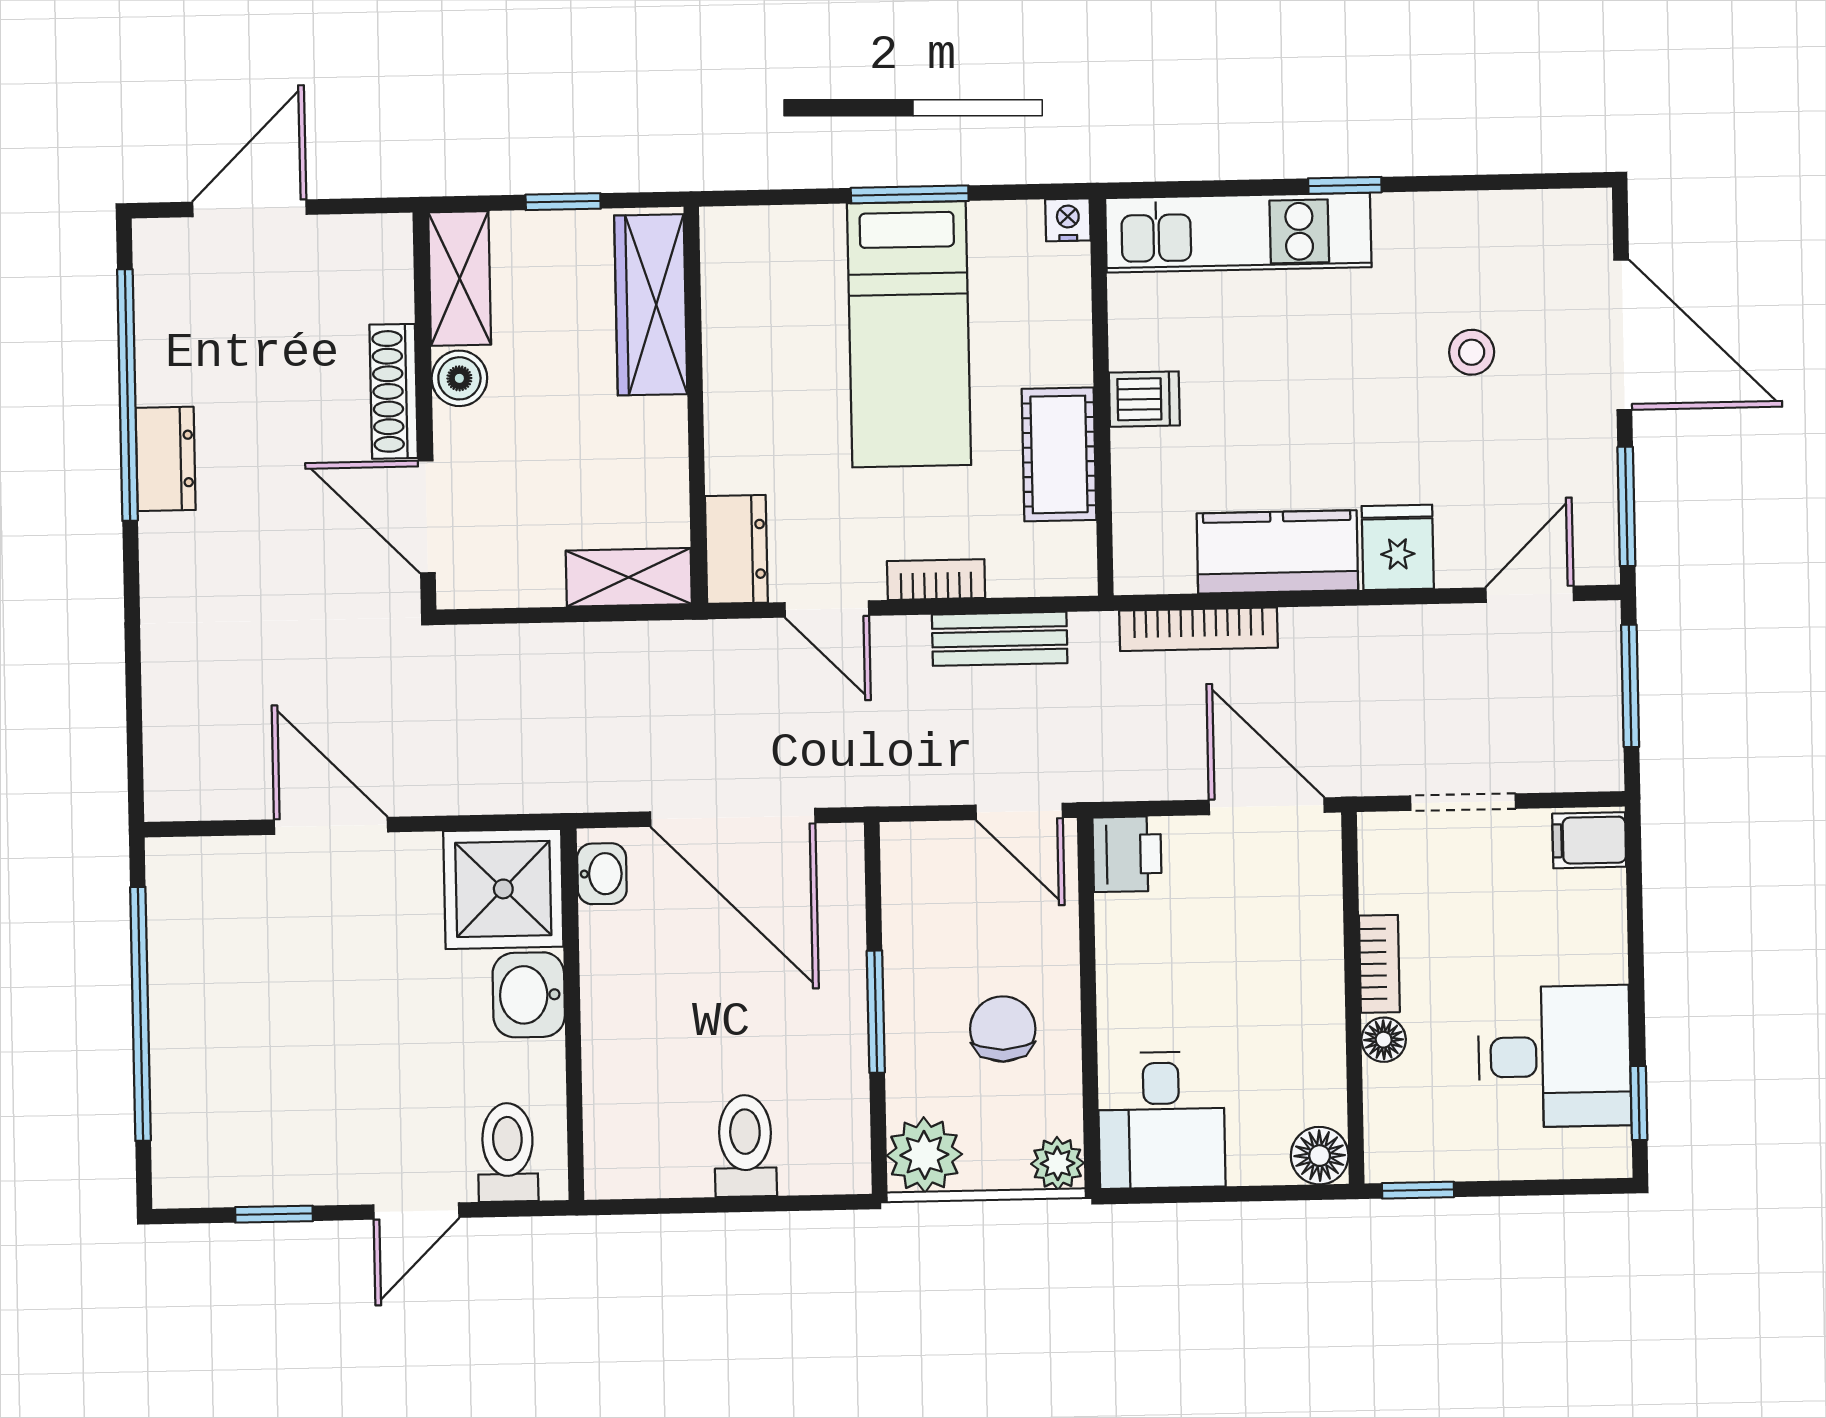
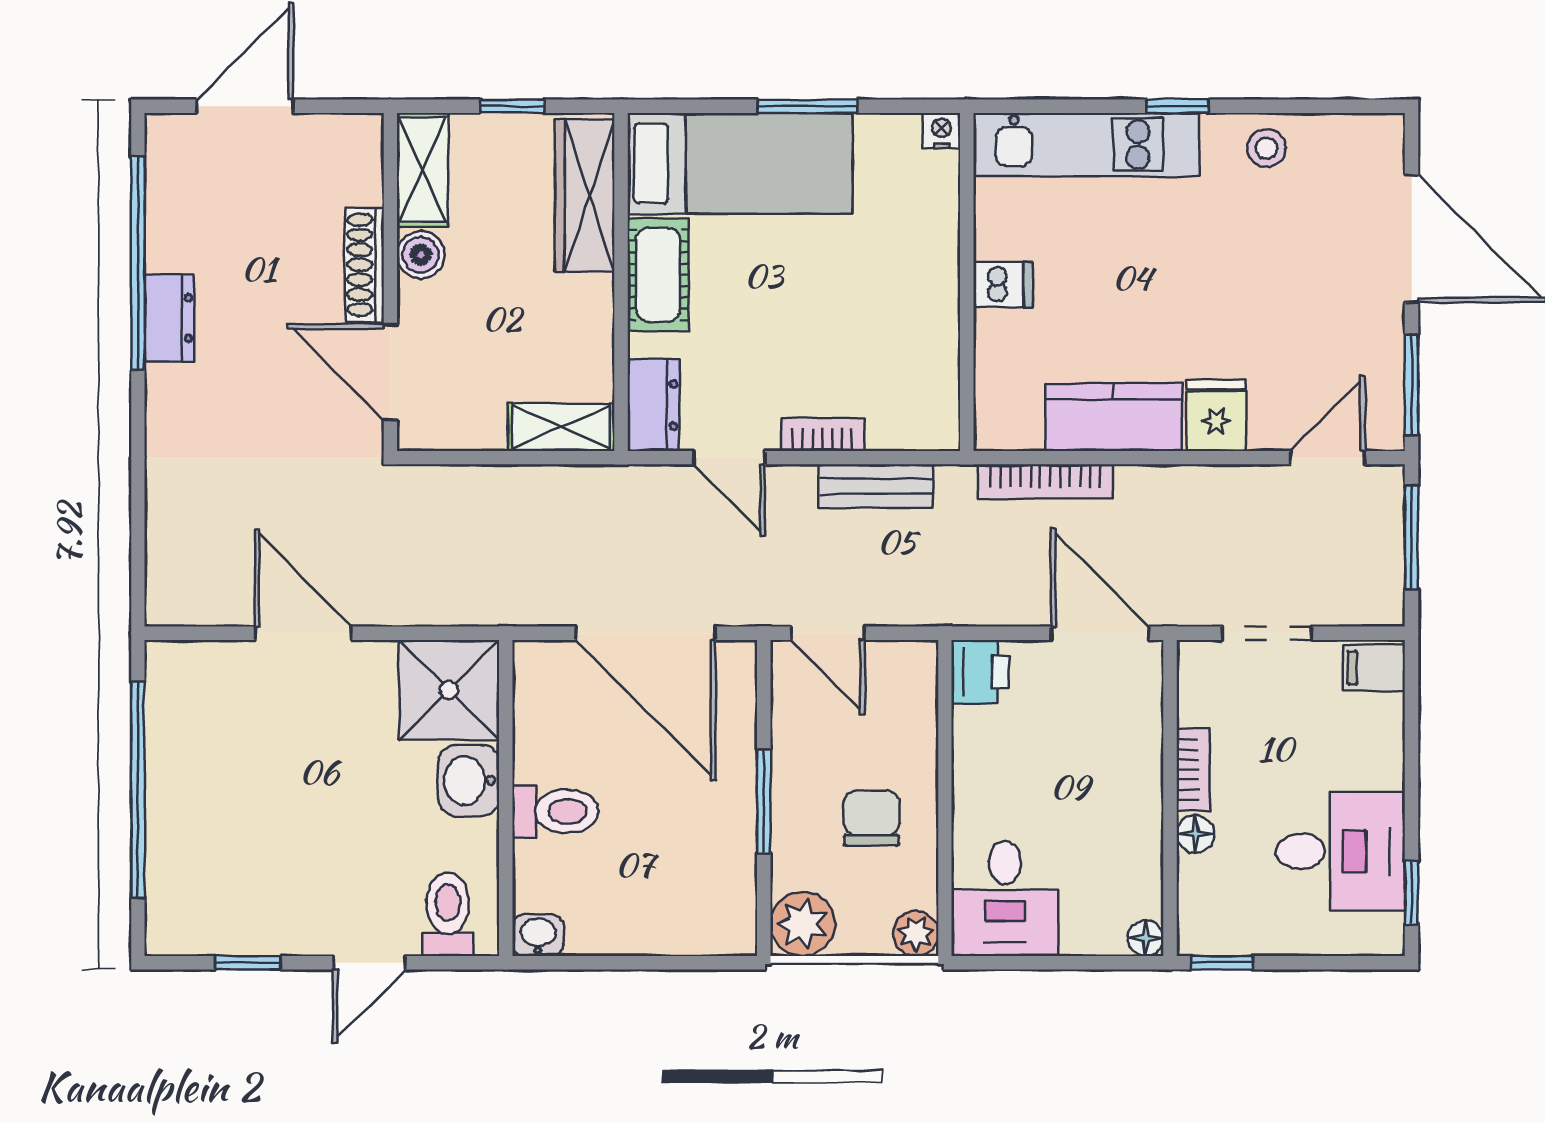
bed: (909, 334) -> (740, 163), moved, turned -90
stool: (1472, 352) -> (1266, 148), moved
cot: (1059, 454) -> (658, 275), moved
door: (1019, 811) -> (828, 633), moved
washbasin: (602, 874) -> (538, 935), moved, turned -90
toilet: (745, 1146) -> (555, 811), moved, turned 90
floor lamp: (1320, 1156) -> (1145, 938), width x0.73, depth x0.73

